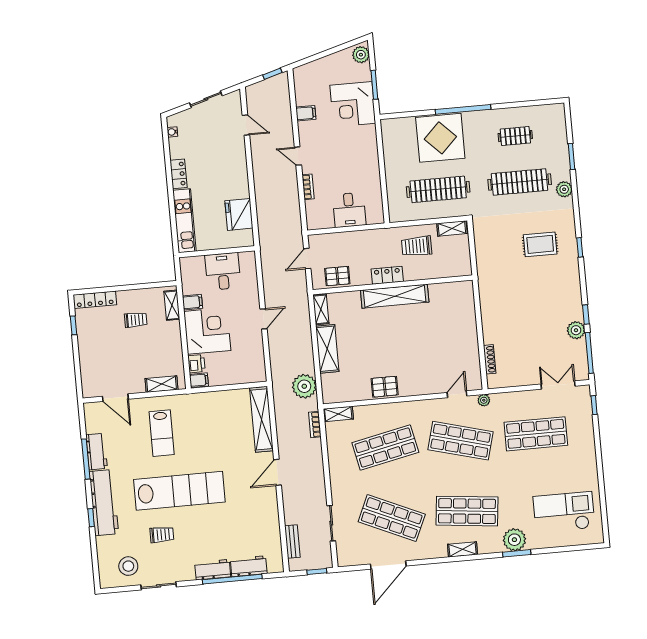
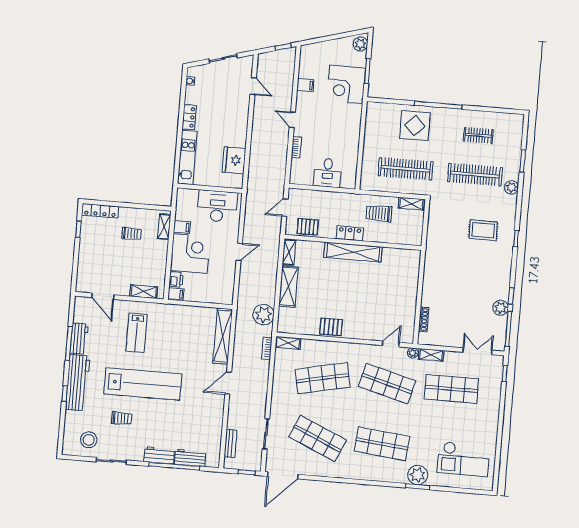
display table: (440, 138) -> (415, 126), width x0.73, depth x0.73
desk: (223, 271) -> (217, 206), width x1.37
checkout: (564, 512) -> (463, 459), turned 180
shelving: (463, 549) -> (431, 355), moved
door: (388, 565) -> (283, 475), moved

